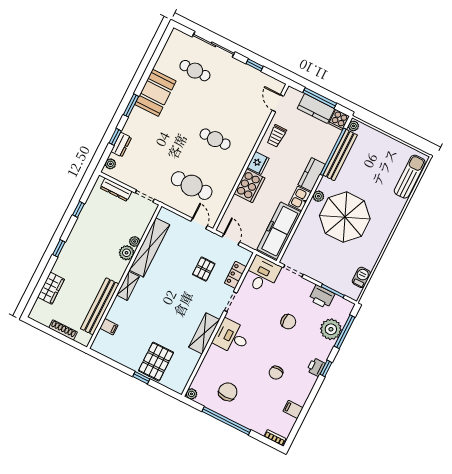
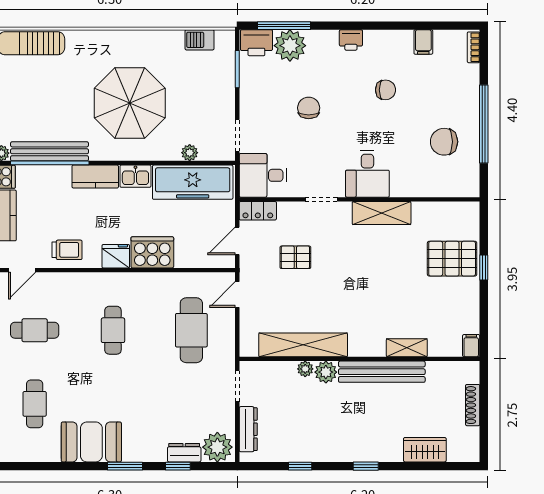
cafe table: (239, 93) -> (35, 330), added
plant: (110, 164) -> (217, 447), width x1.87, depth x1.87
plant: (318, 196) -> (190, 153), moved
locker: (235, 275) -> (258, 211), moved
shelving: (128, 286) -> (407, 348), moved
printer: (322, 297) -> (256, 43), moved, turned 90
bench: (100, 306) -> (382, 372), moved
filing cabinet: (109, 327) -> (471, 346), moved
window: (326, 368) -> (346, 26), removed
plant: (191, 394) -> (471, 189), removed

